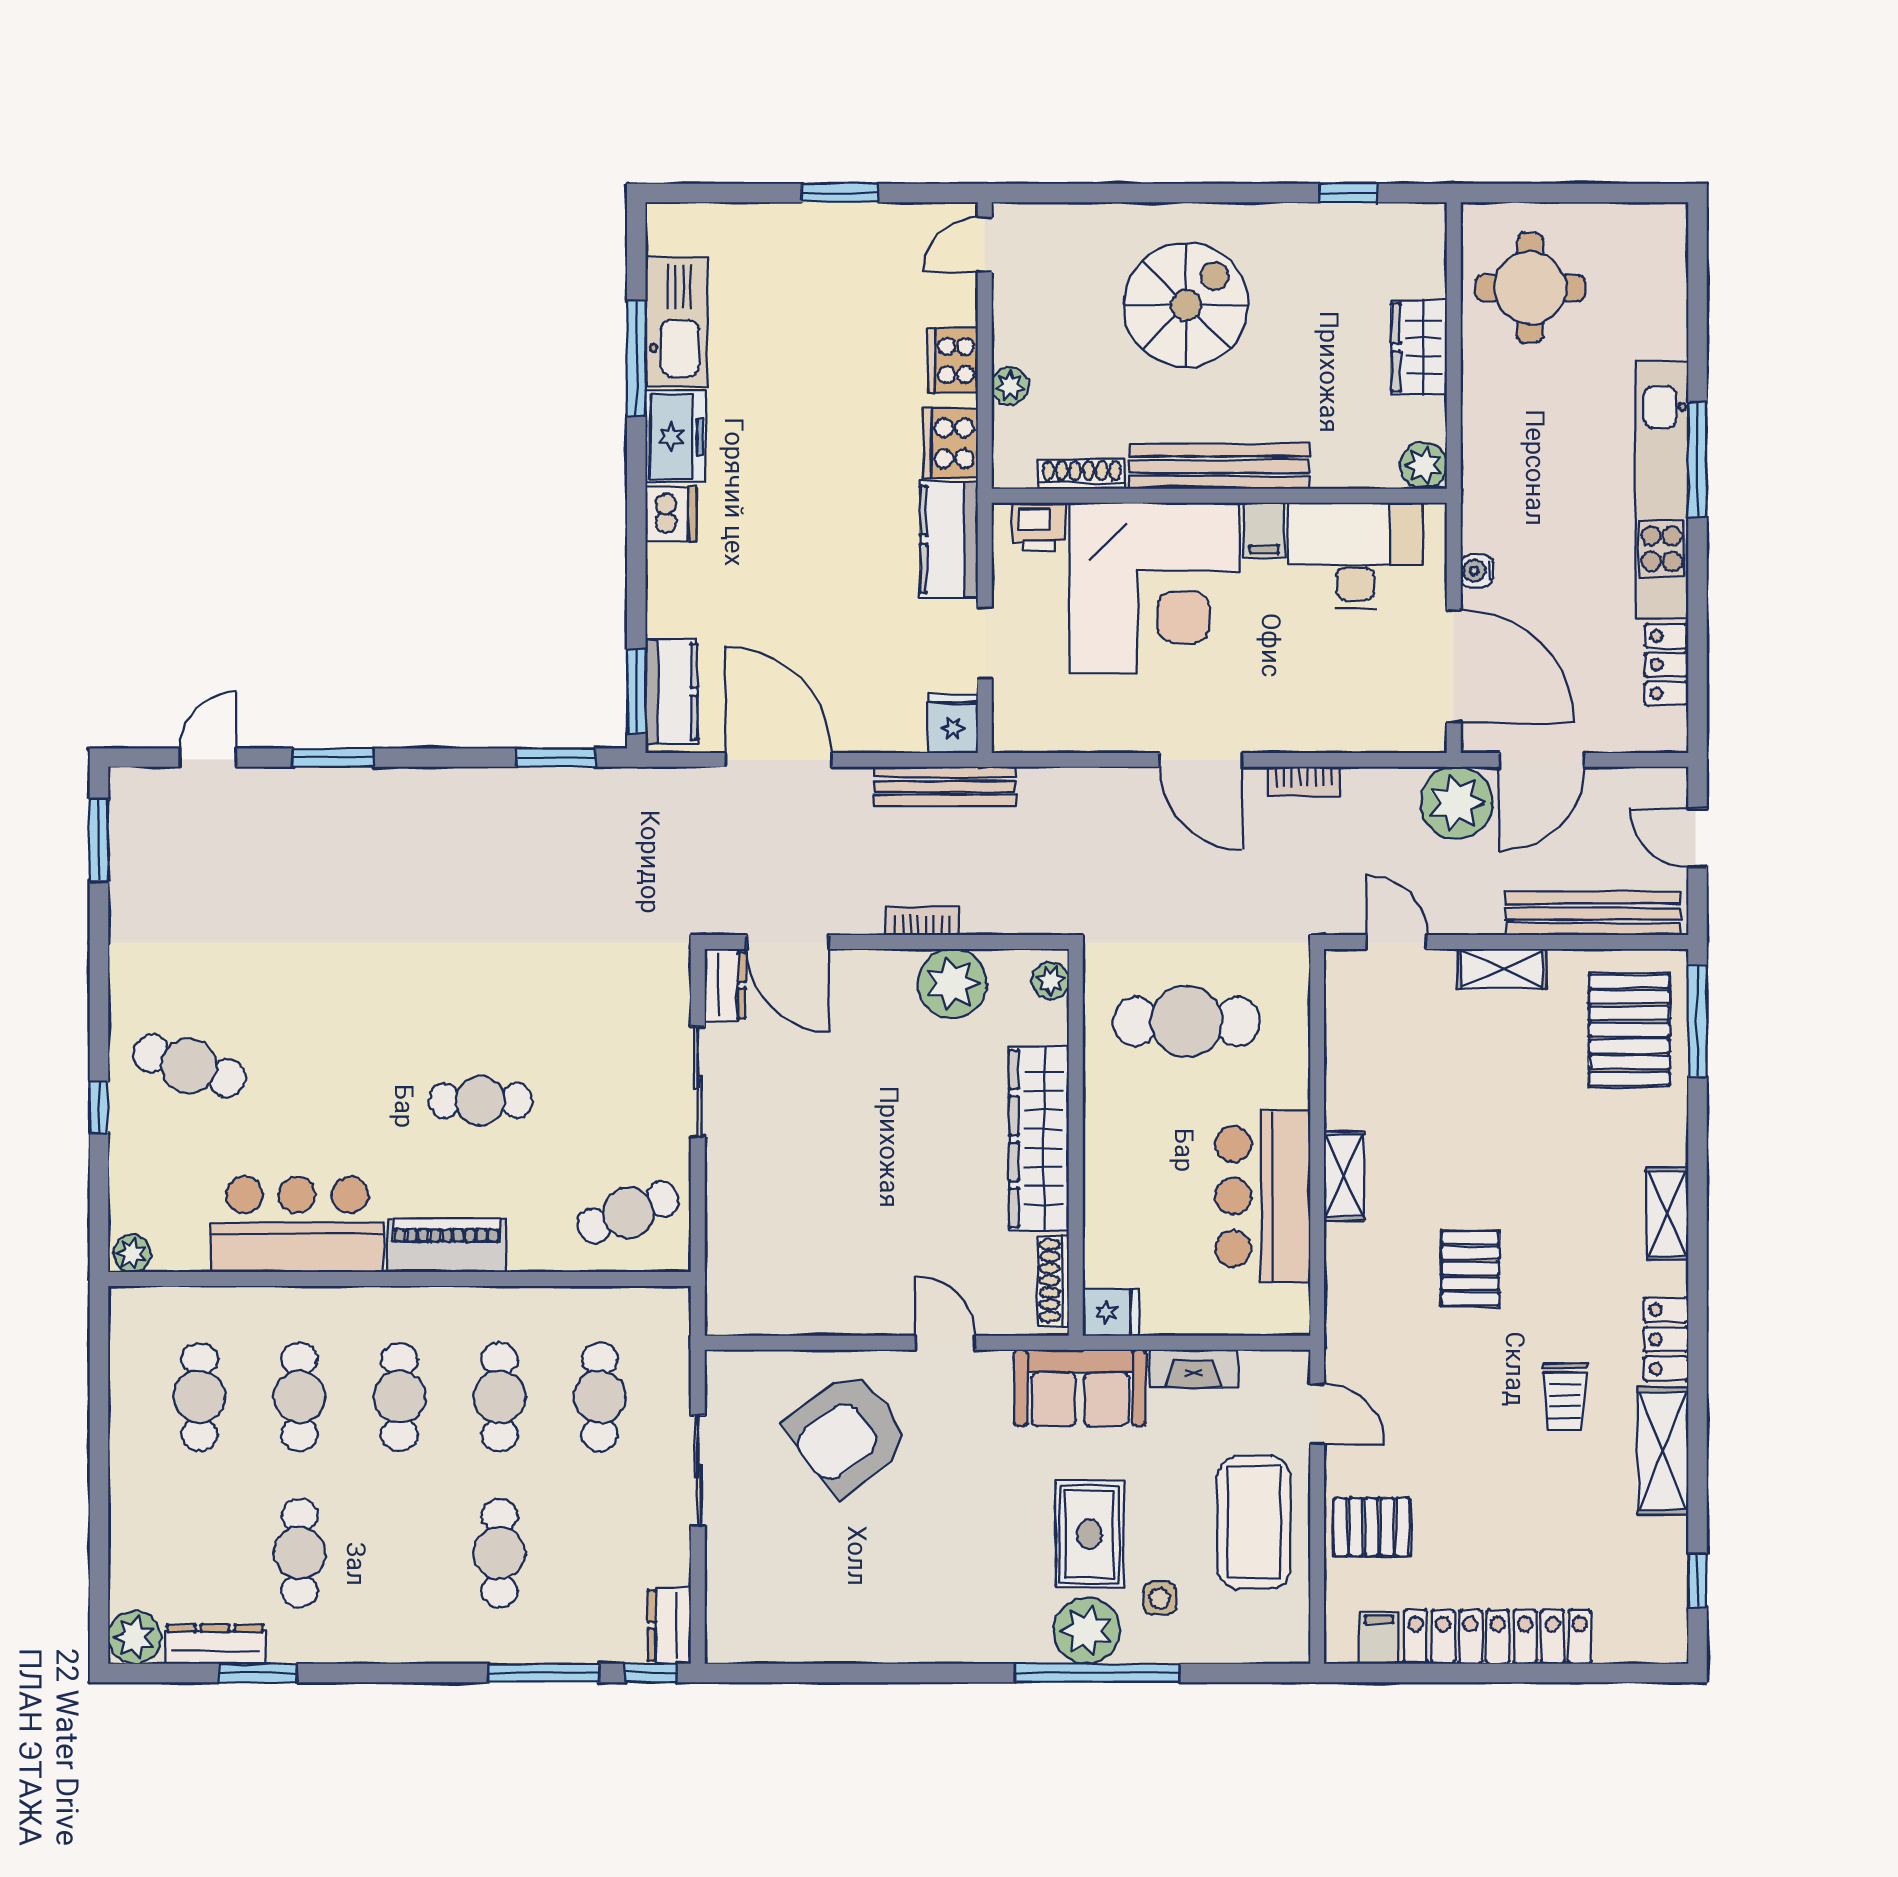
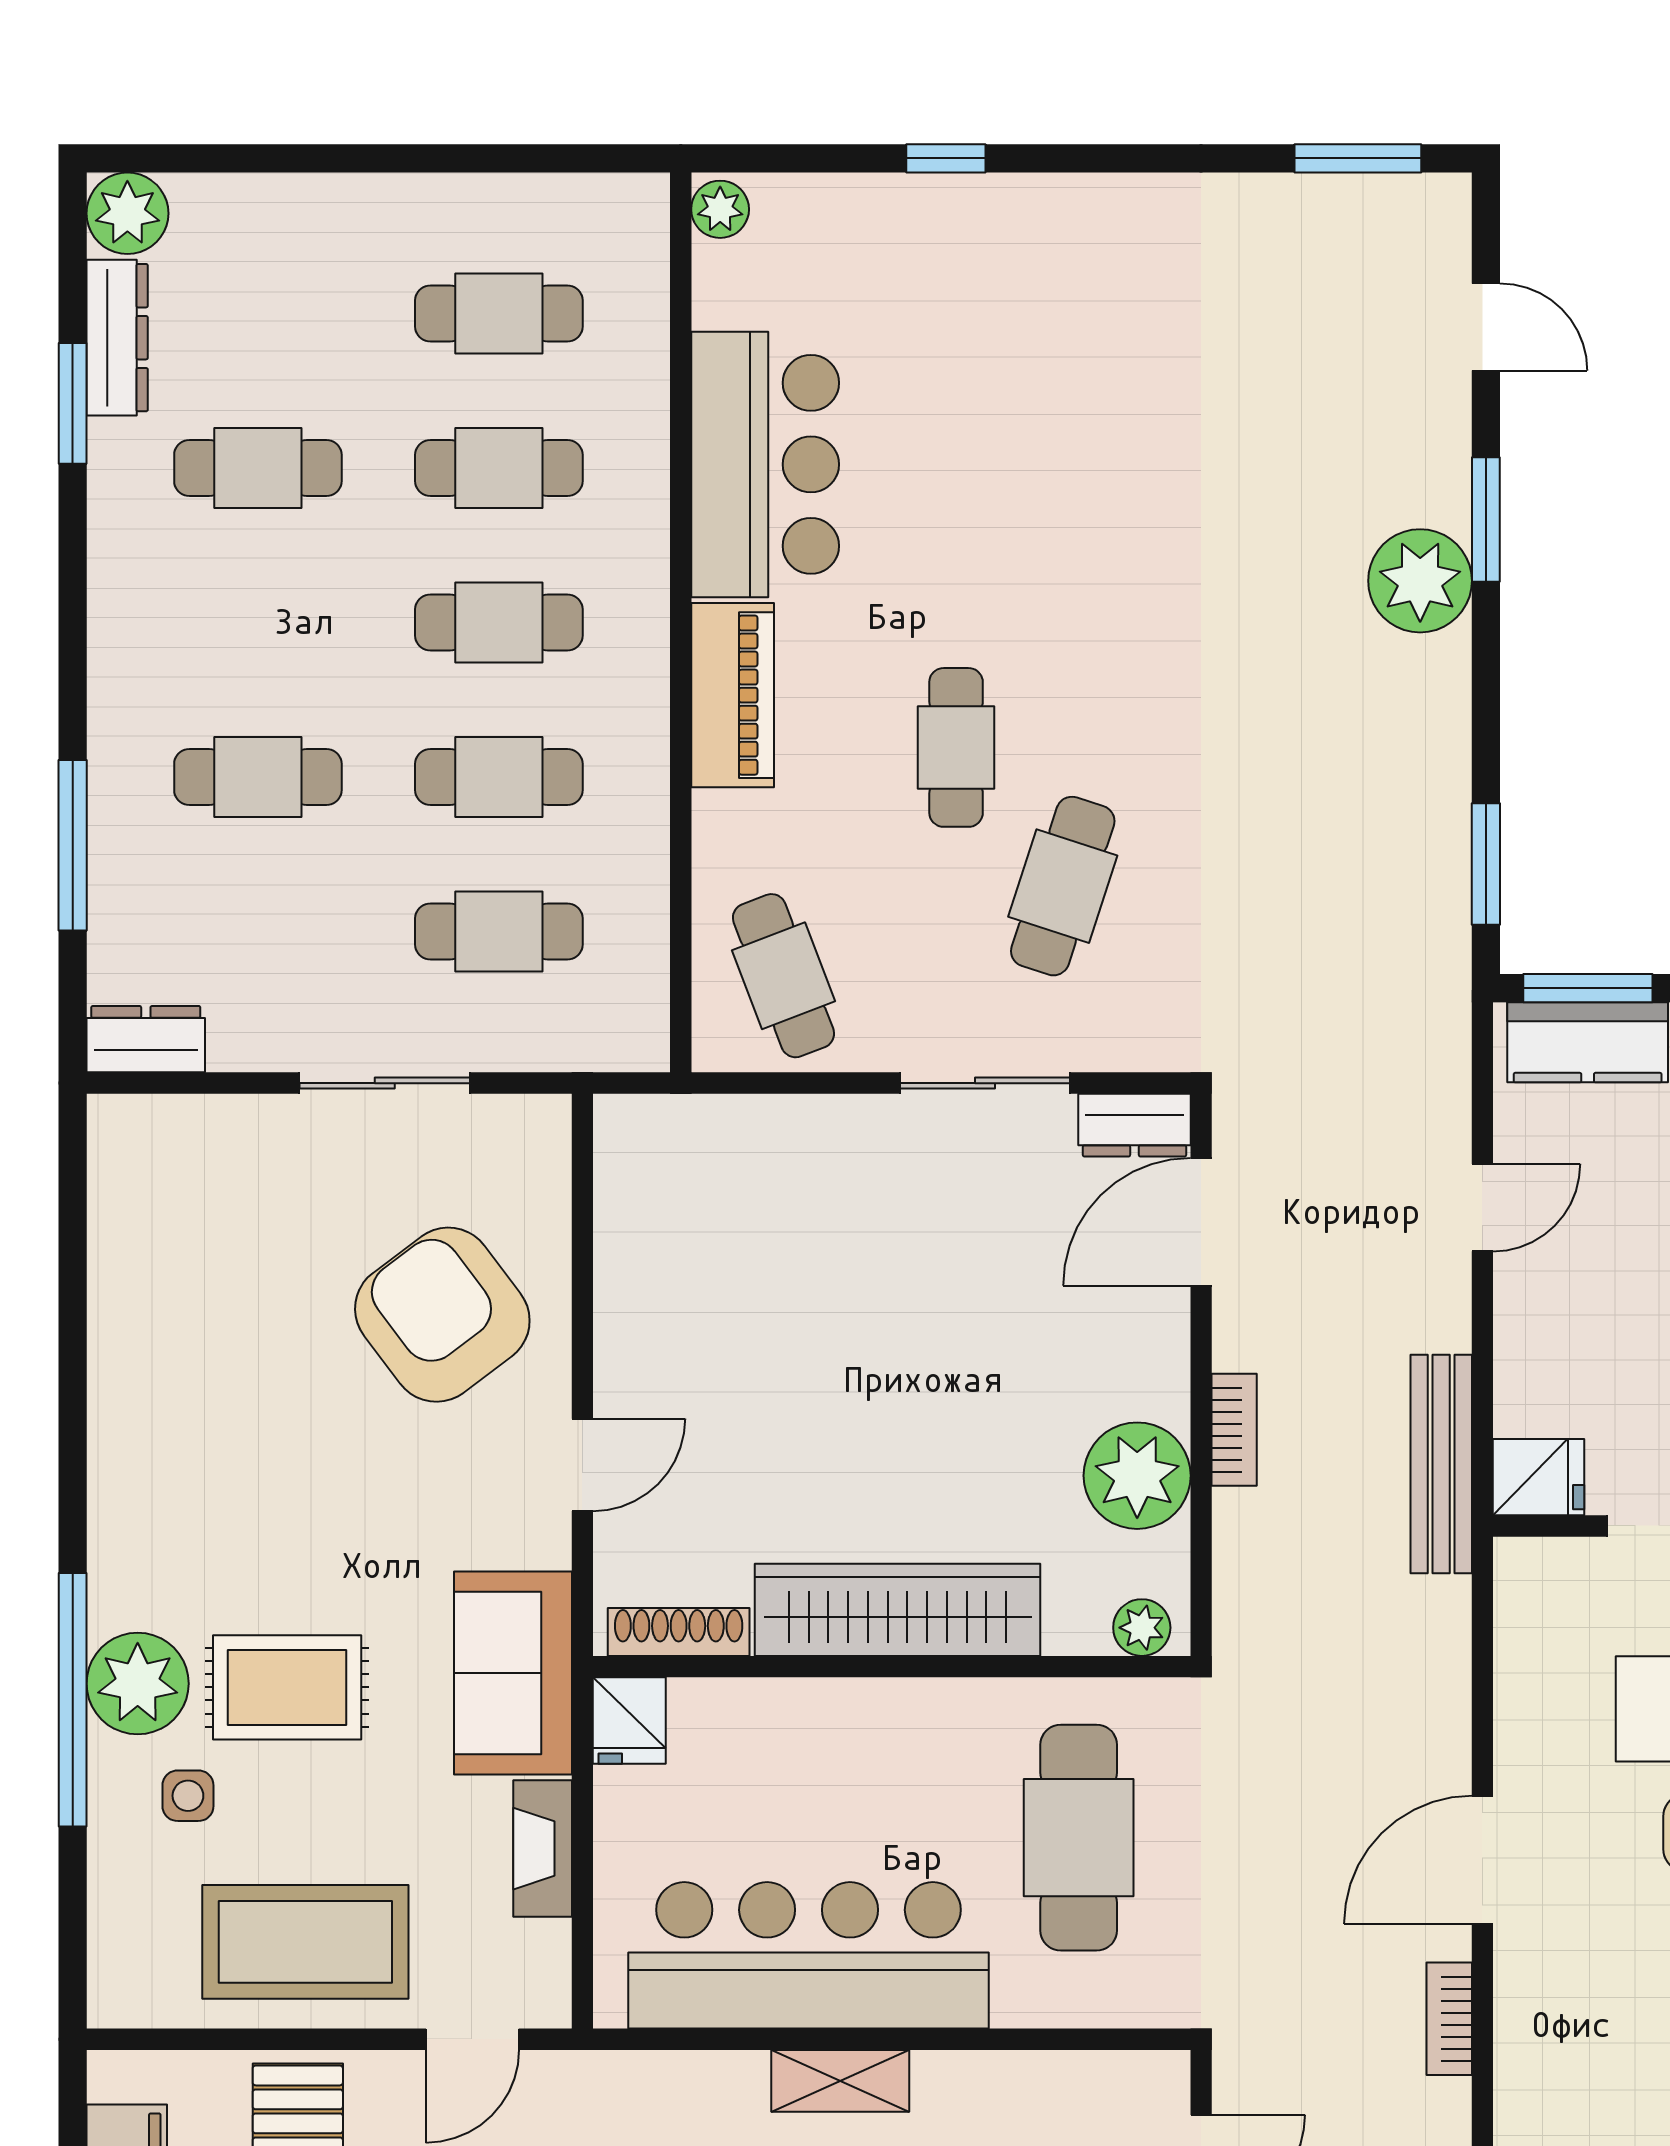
door: (779, 760) -> (1482, 1208), width x0.53
plant: (373, 800) -> (1420, 581), added
cafe table: (189, 1066) -> (1063, 886), moved
bar counter: (1263, 1196) -> (809, 1955), width x1.36
window: (651, 1673) -> (73, 1011), removed

